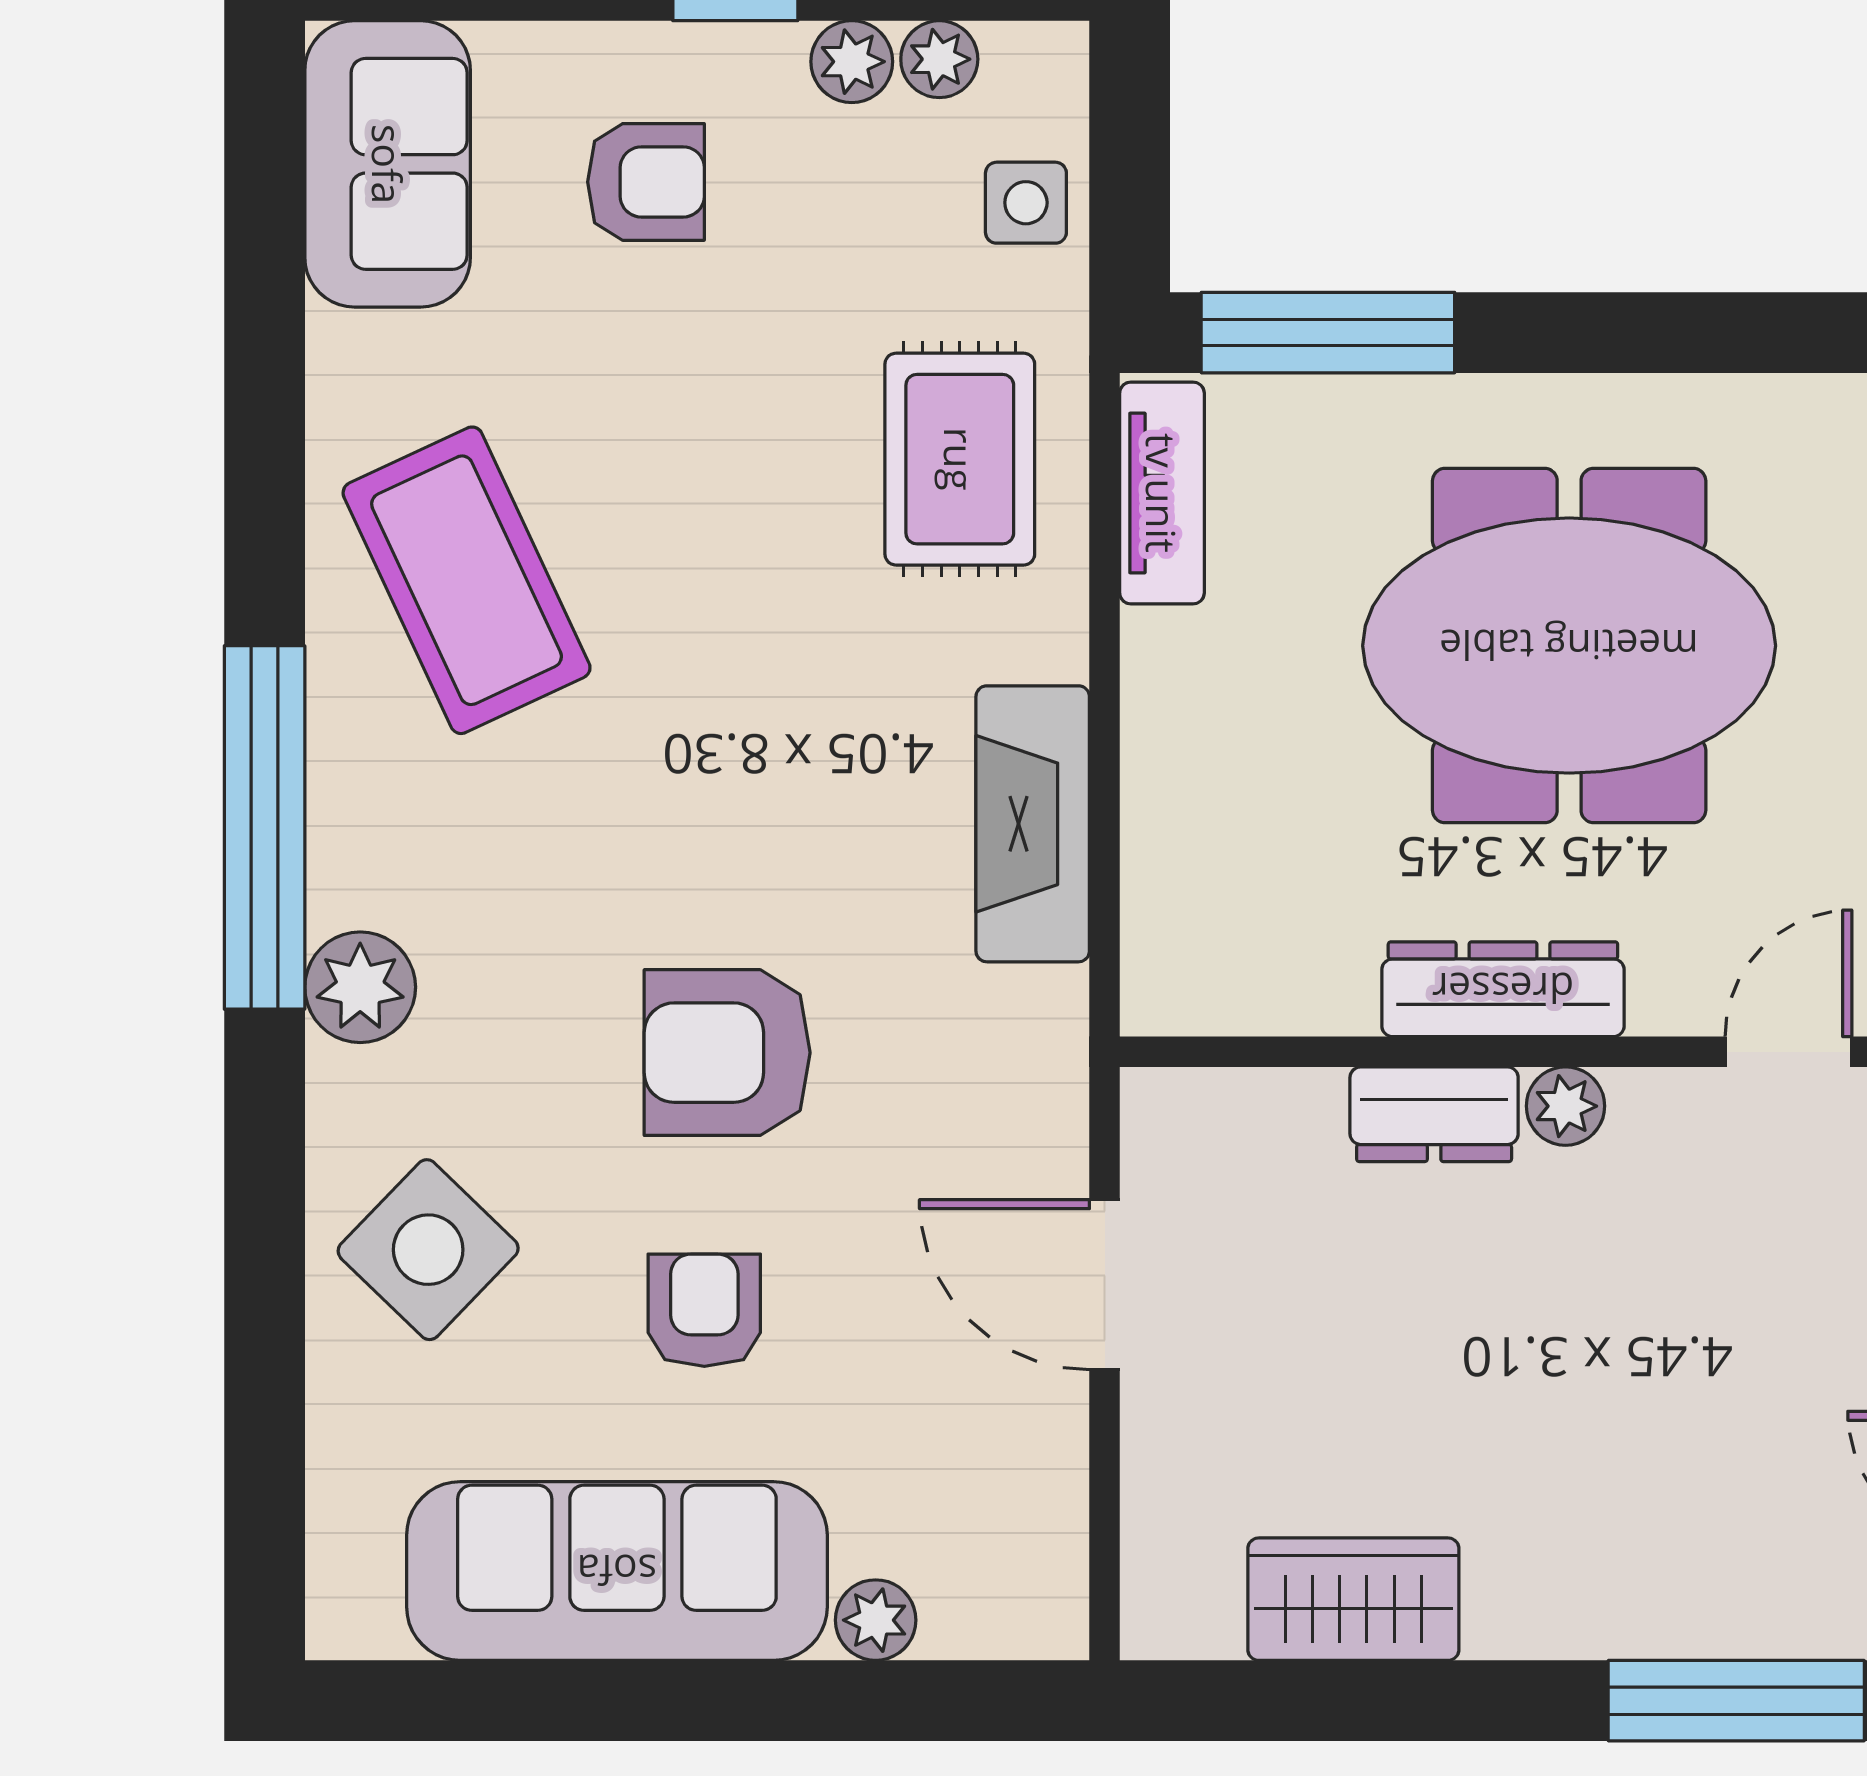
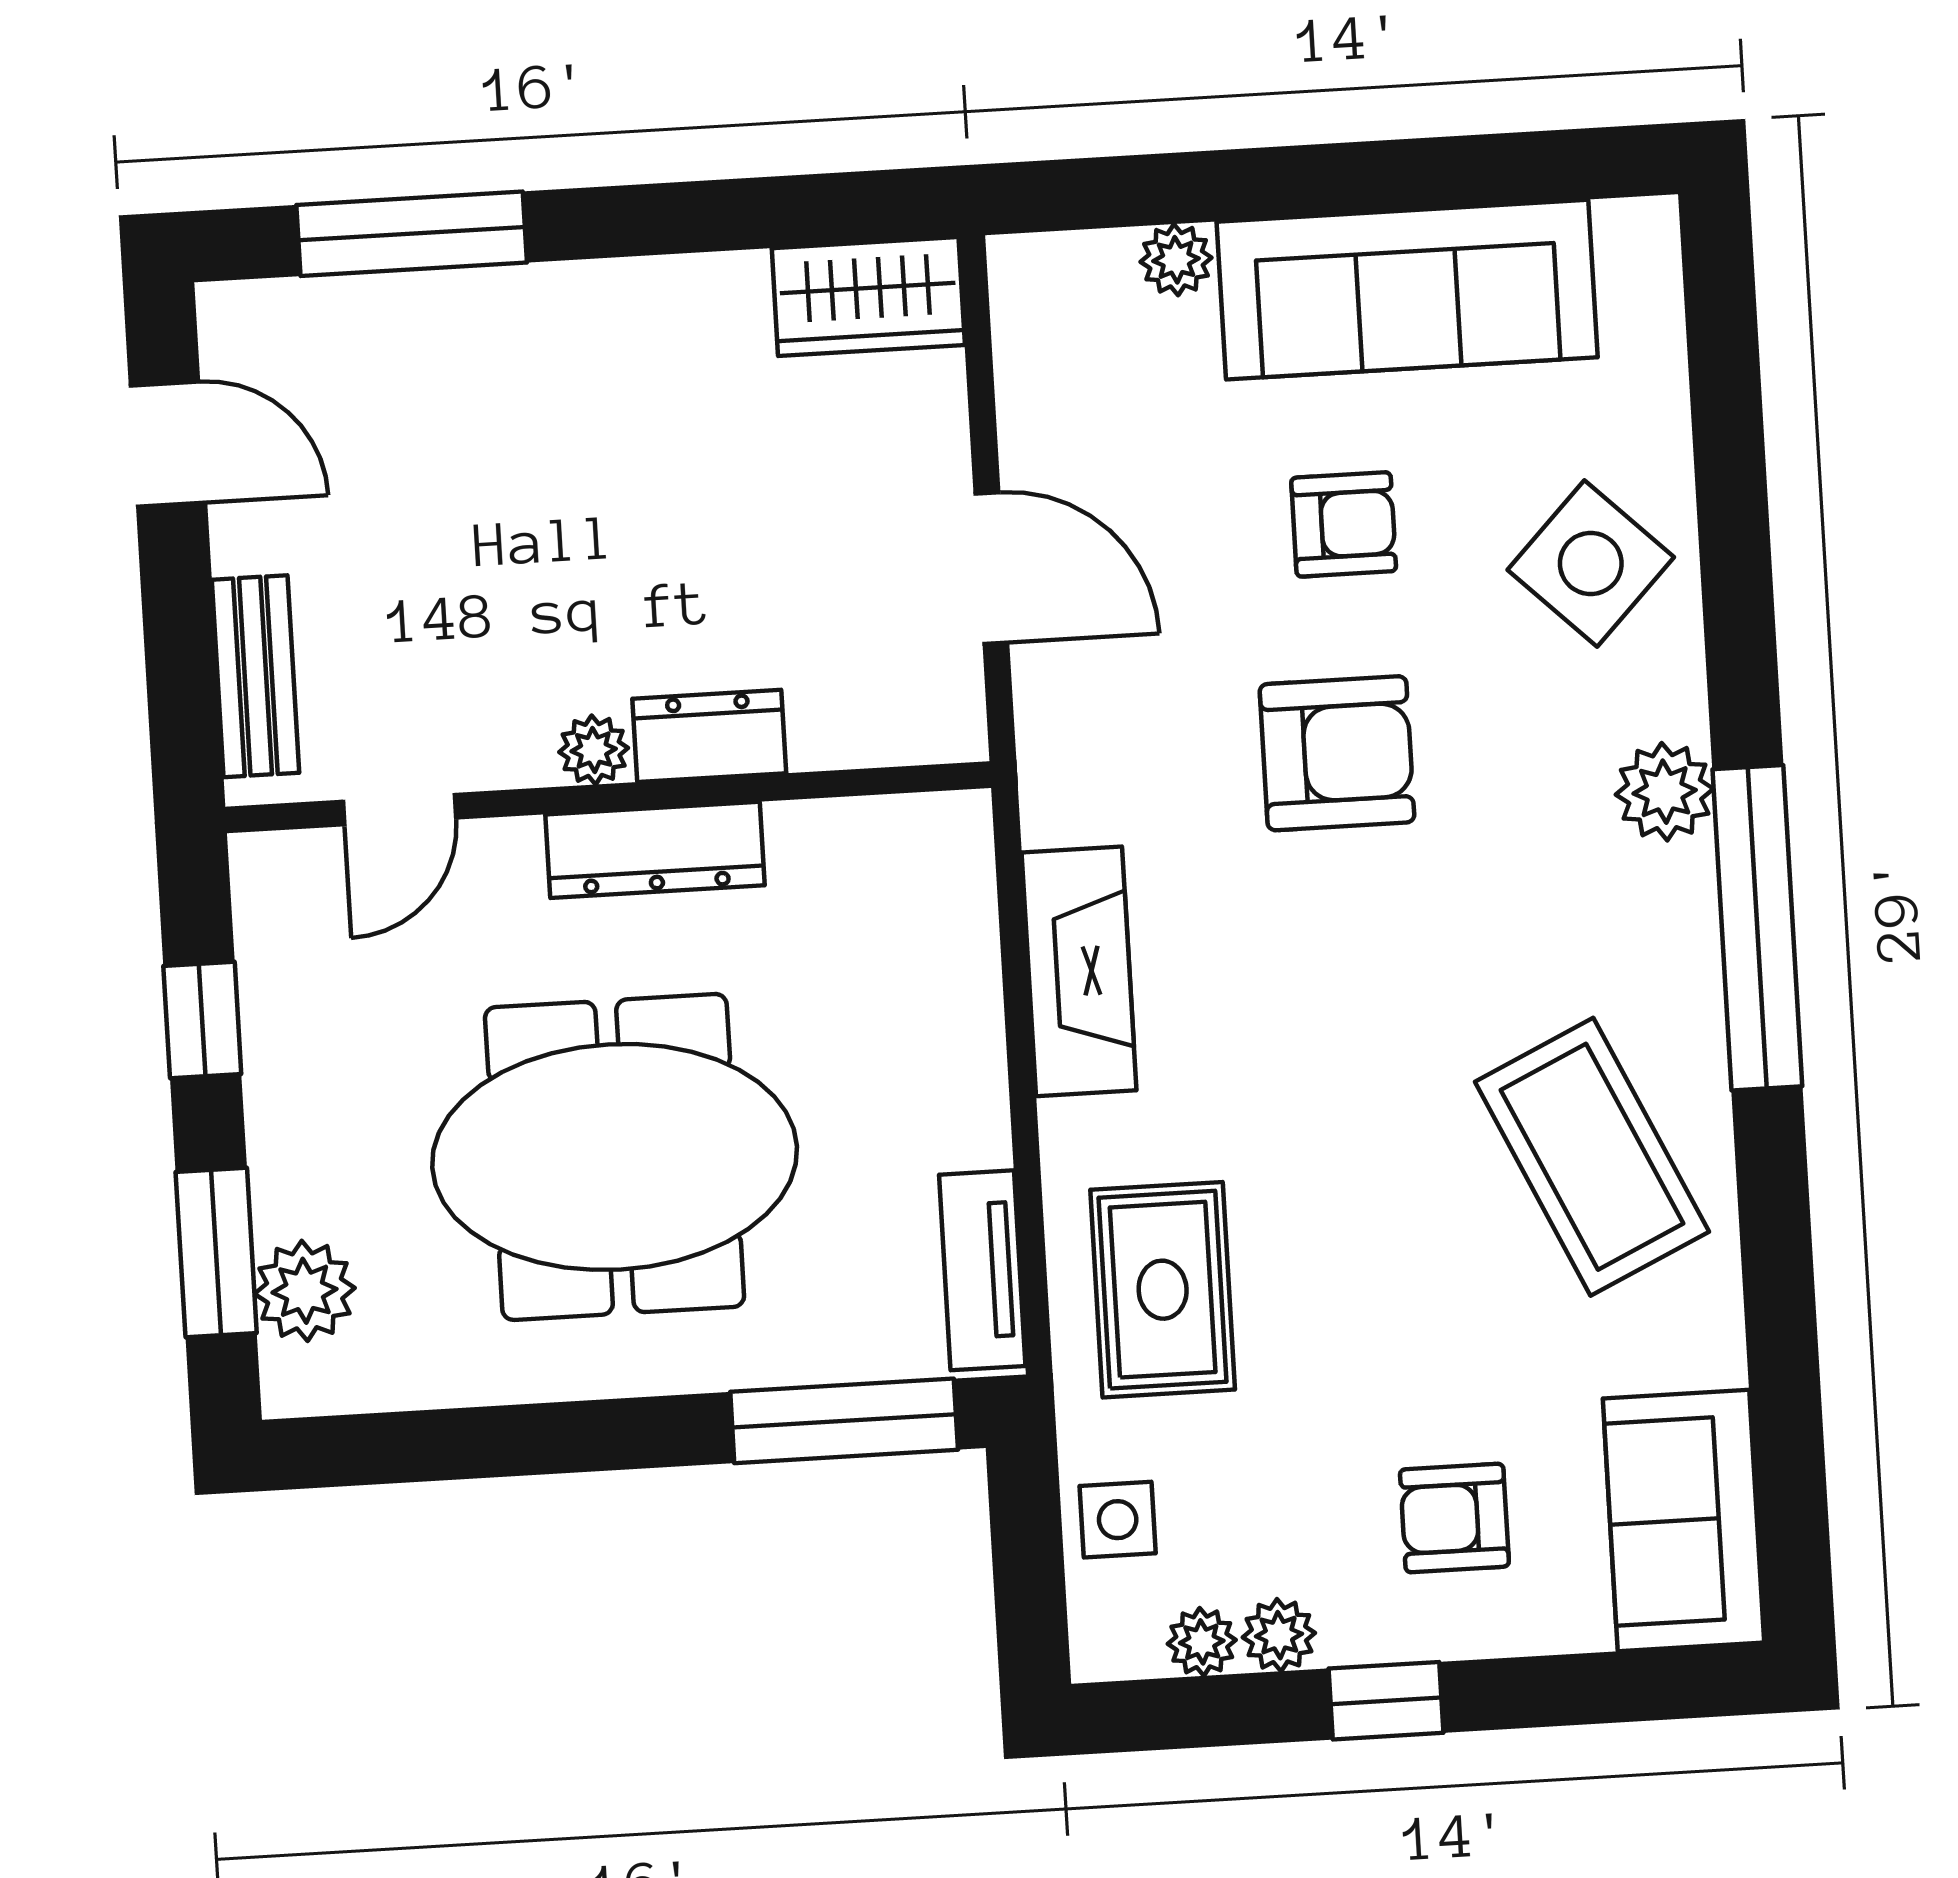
armchair: (704, 1310) -> (1344, 524), turned -90
wardrobe: (1353, 1599) -> (868, 297), moved

